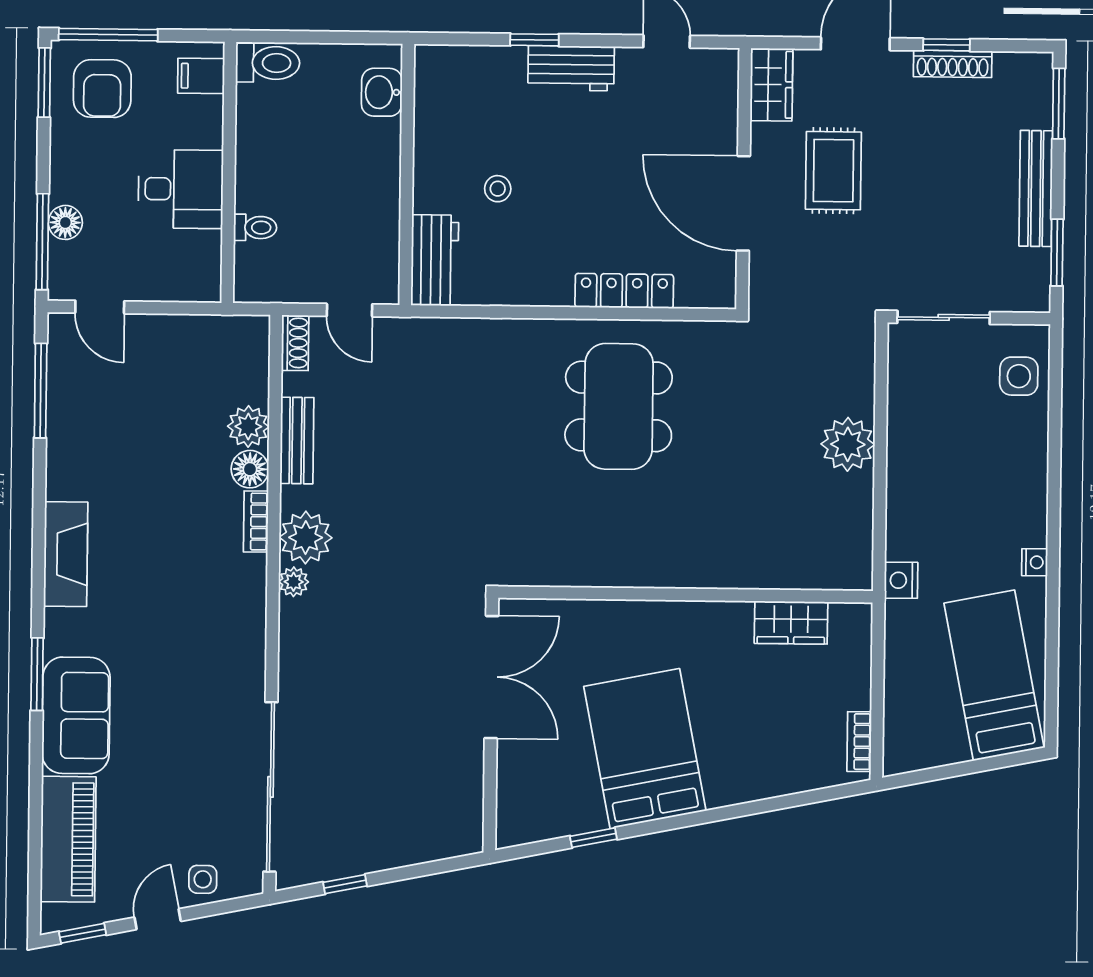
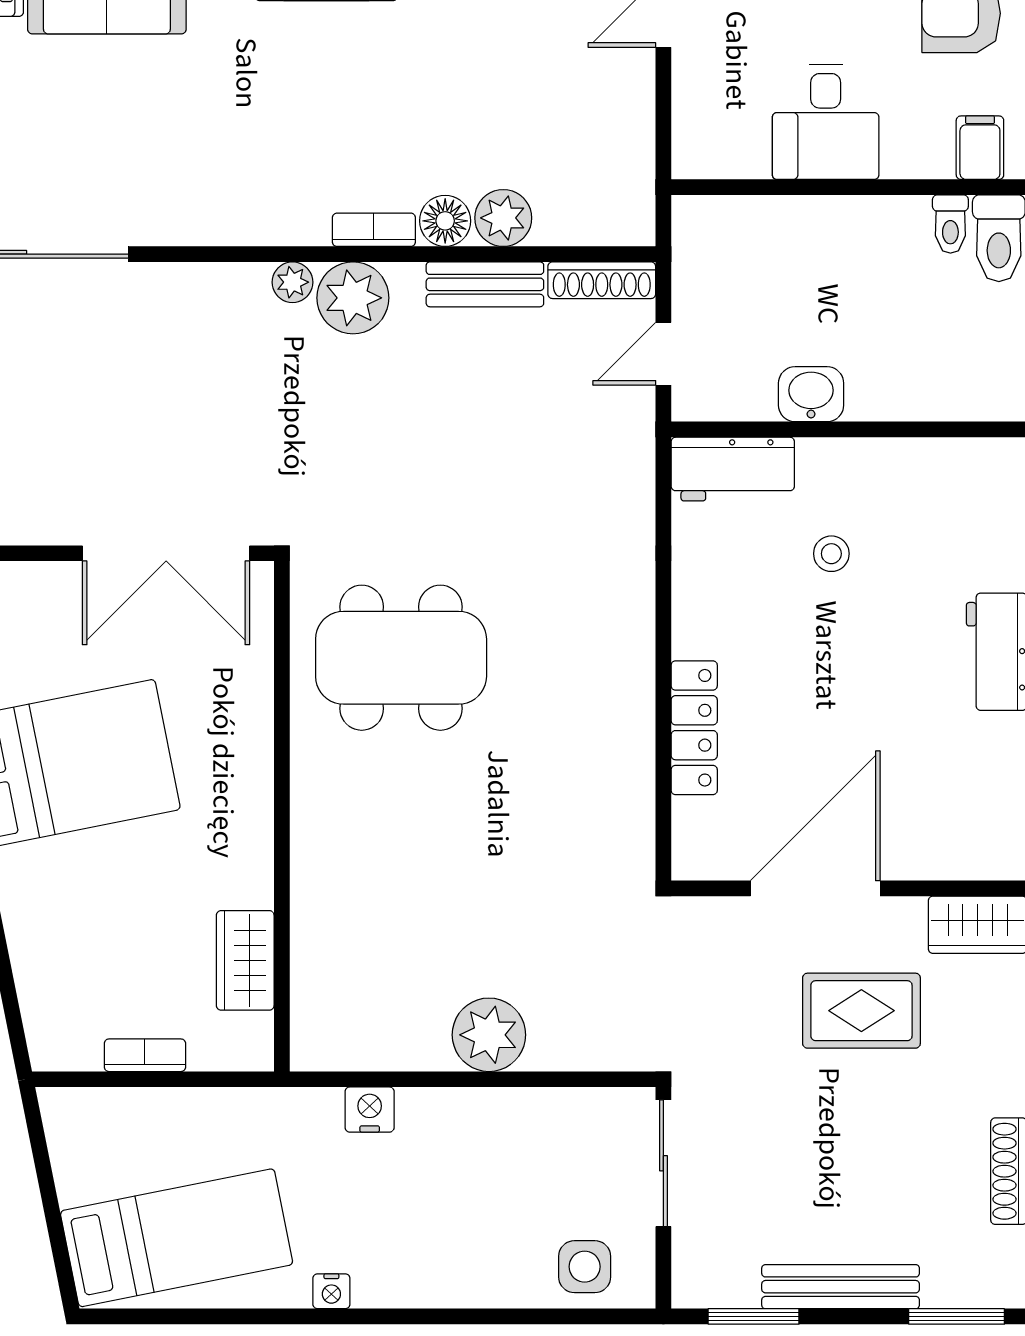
washbasin: (382, 92) -> (811, 394), moved
toilet: (255, 227) -> (950, 224), moved
shoe rack: (295, 343) -> (602, 280), width x1.43
dining table: (619, 406) -> (401, 658), moved
nightstand: (901, 580) -> (370, 1110), moved
bookcase: (859, 742) -> (145, 1055), moved

